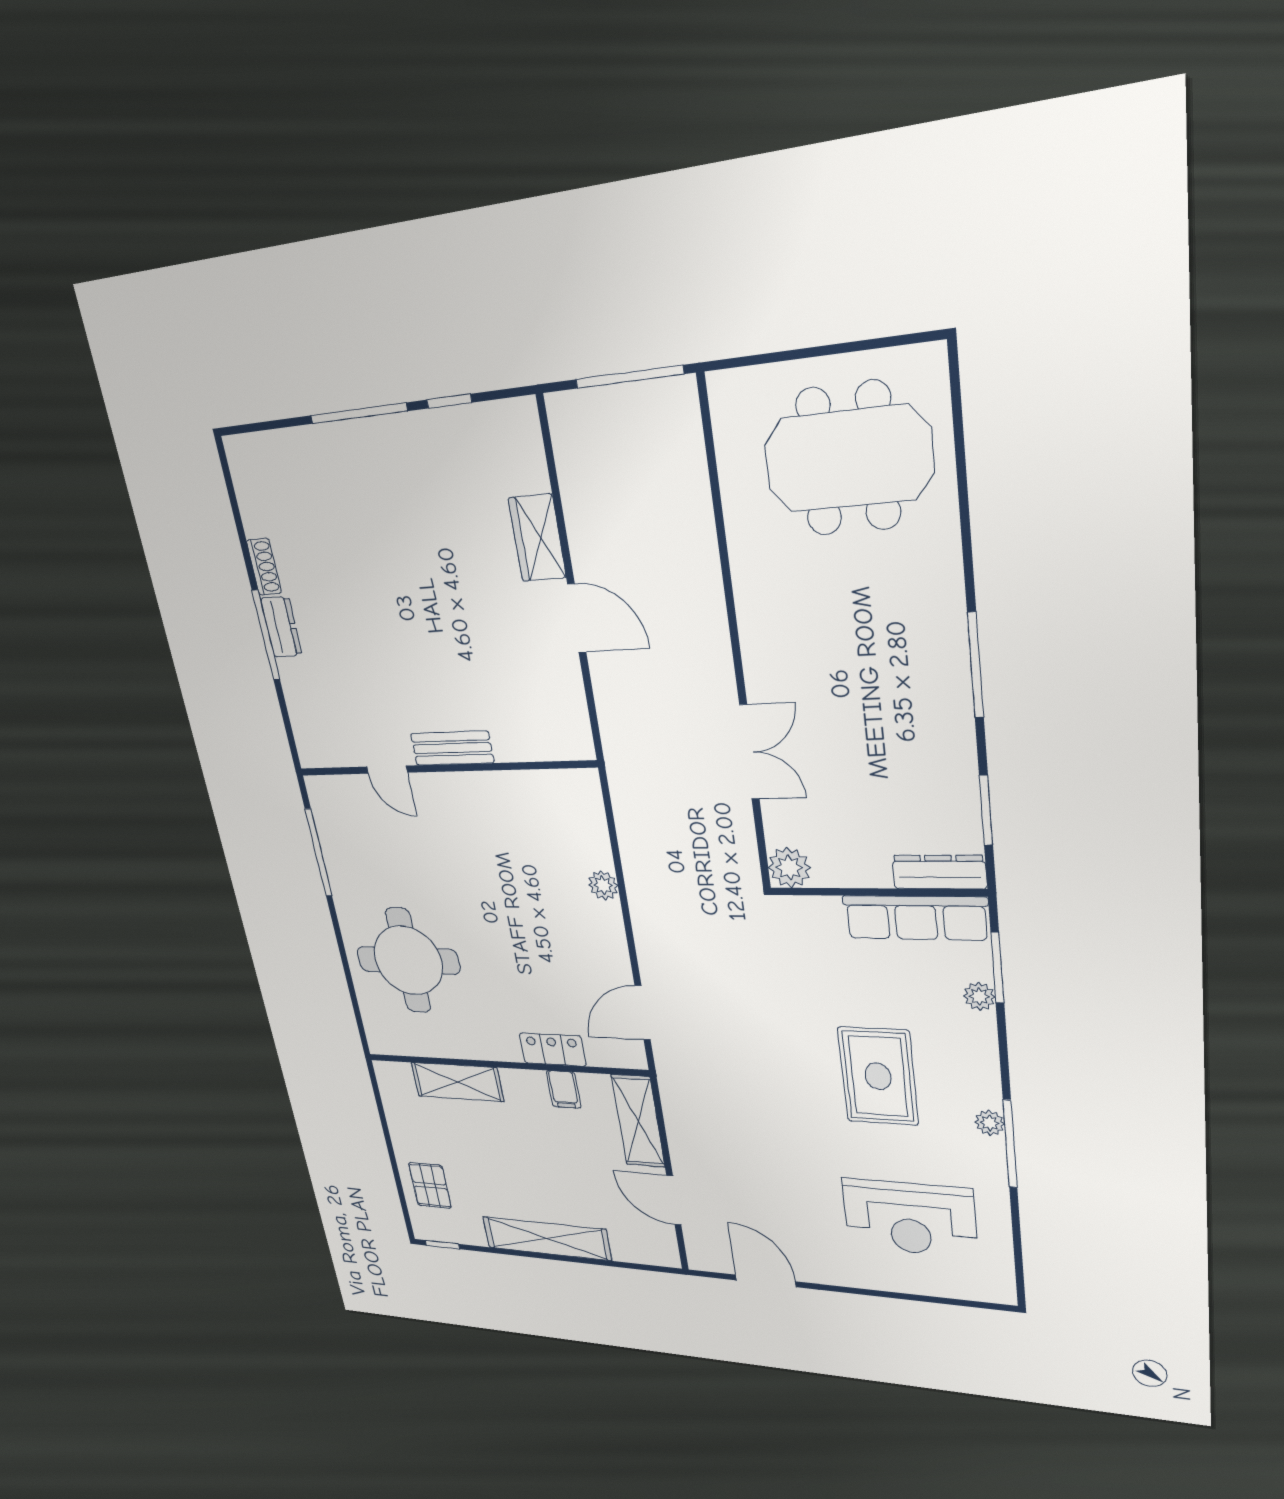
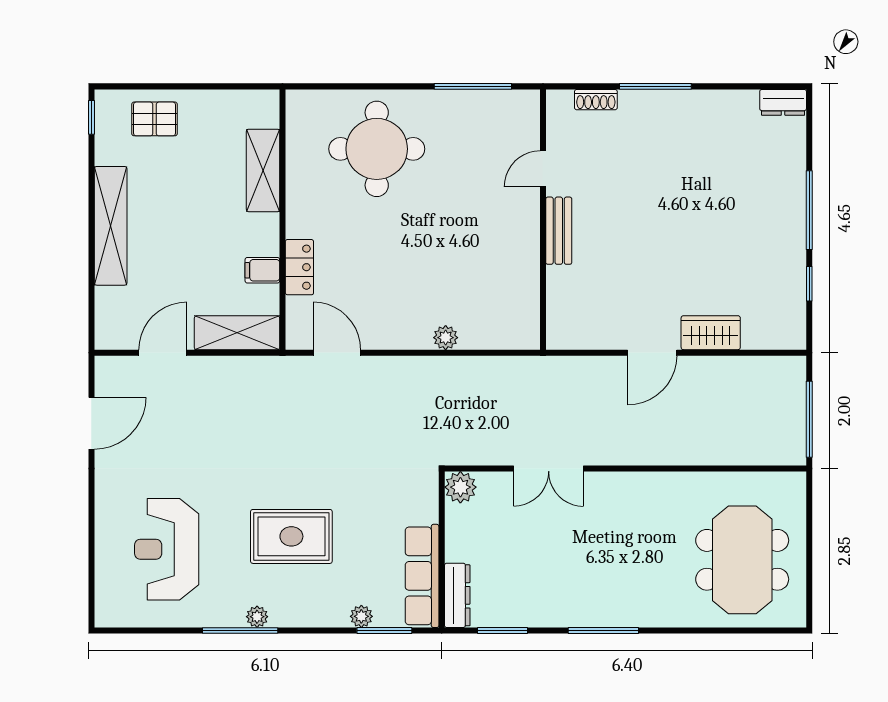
shoe rack: (264, 567) -> (596, 100), moved
dresser: (281, 627) -> (783, 102), moved

